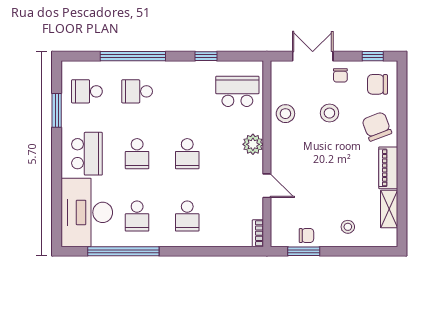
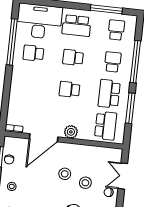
window: (206, 56) -> (130, 108), width x2.17
double door: (313, 56) -> (123, 176), swing flipped
window: (57, 110) -> (106, 9), width x1.44
stool: (285, 114) -> (65, 174), moved
door: (267, 186) -> (44, 138), width x1.88
school desk: (187, 216) -> (109, 94), moved, width x1.85

